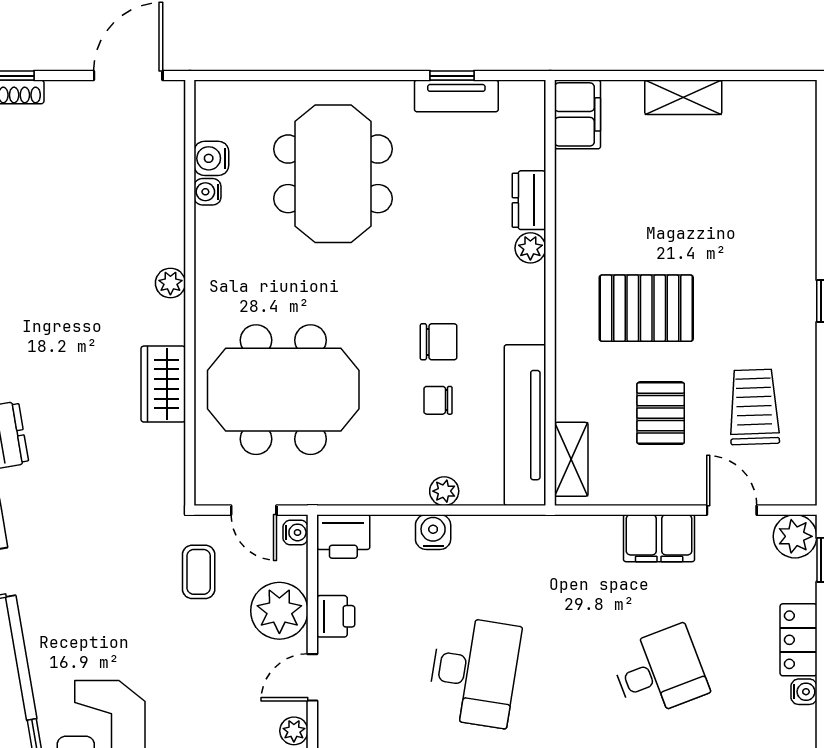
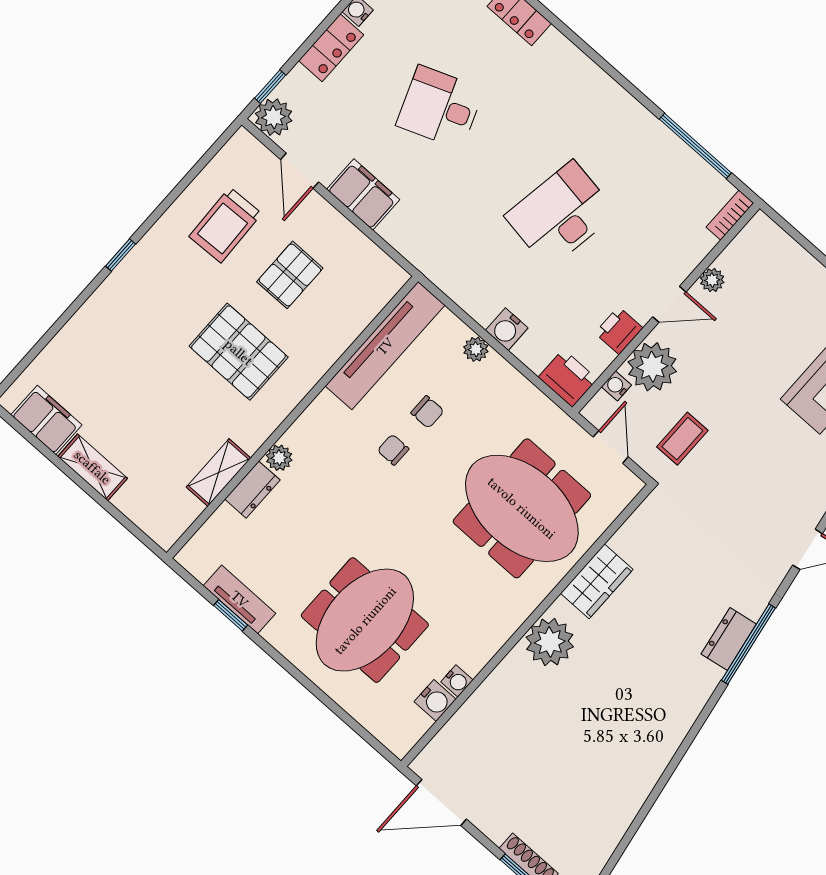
filing cabinet: (578, 114) -> (46, 420), moved, turned 90
plant: (170, 283) -> (550, 642), width x1.88, depth x1.88
chair: (439, 342) -> (393, 450), width x0.73, depth x0.73
shelving: (571, 459) -> (219, 473), moved
water cooler: (296, 532) -> (616, 386), moved

